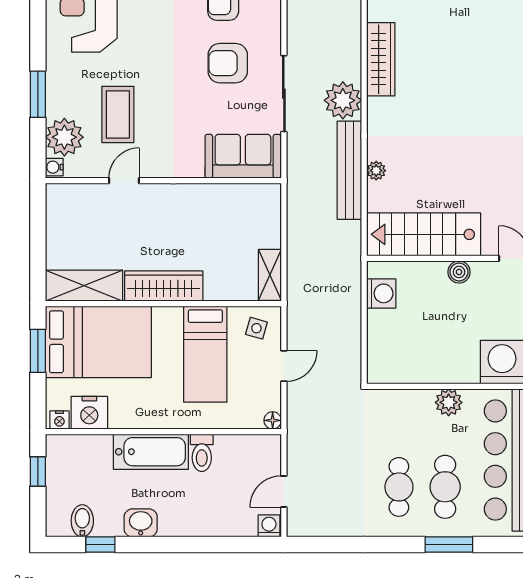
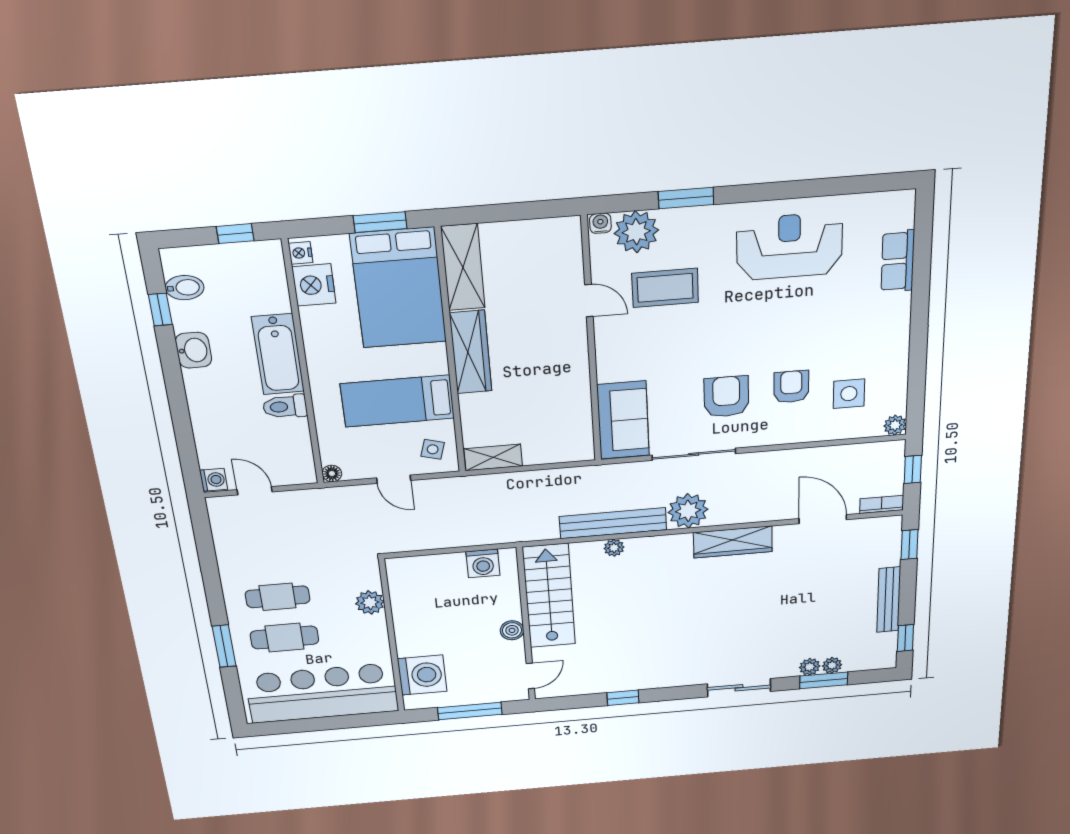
plant: (449, 402) -> (370, 603), moved

